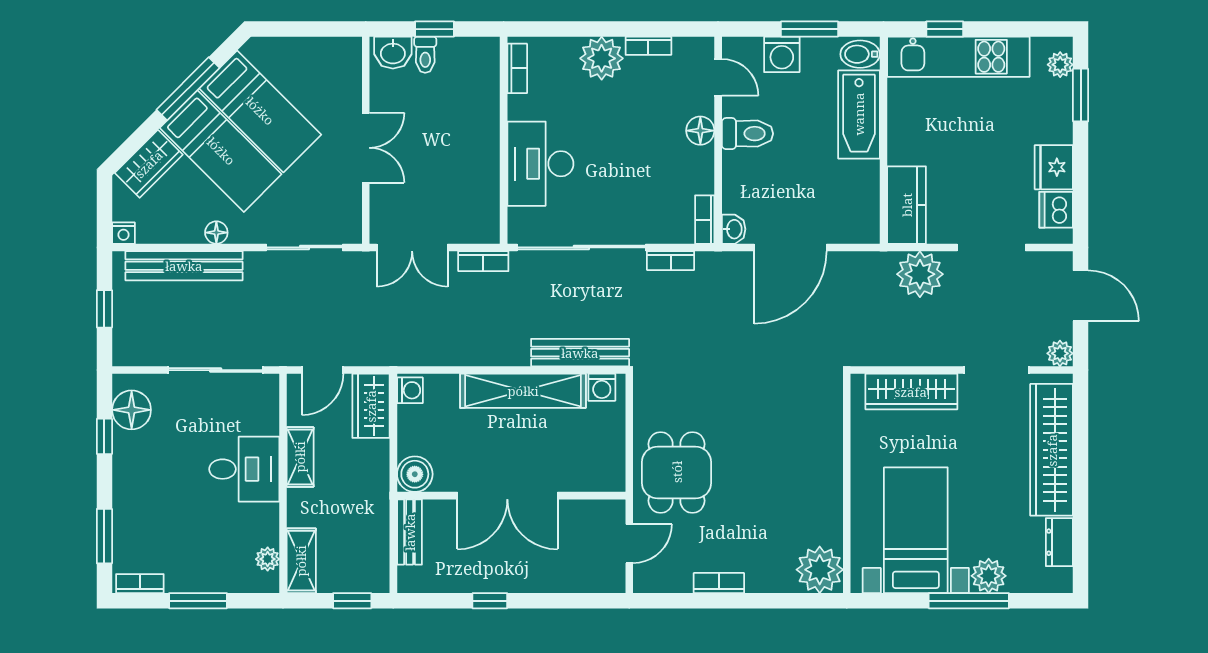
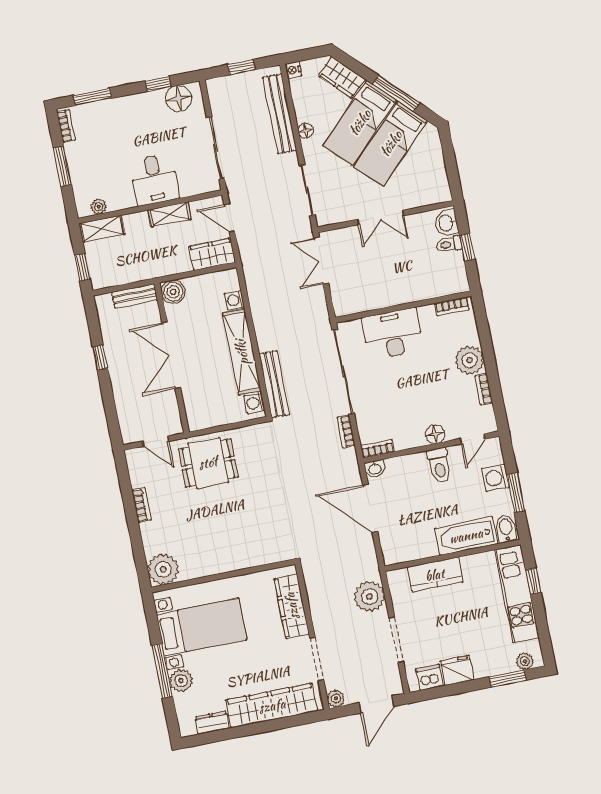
kitchen counter: (907, 205) -> (435, 575), moved
bookcase: (483, 261) -> (322, 309), removed
washing machine: (410, 390) -> (234, 300), moved, turned 90

